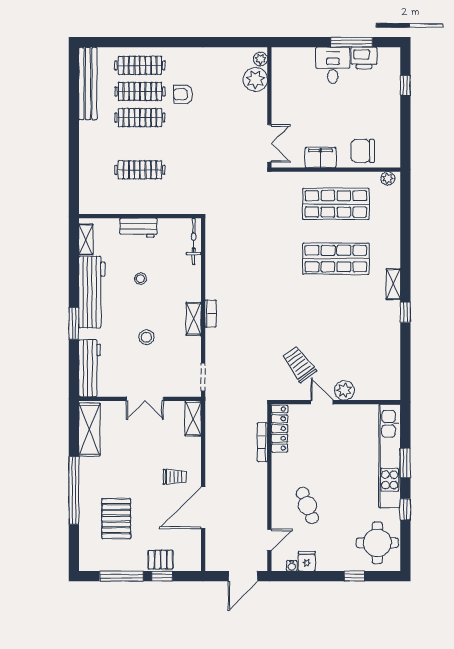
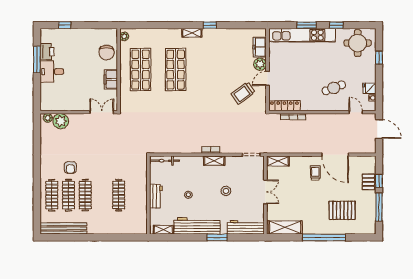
freezer: (371, 390) -> (260, 47), added

